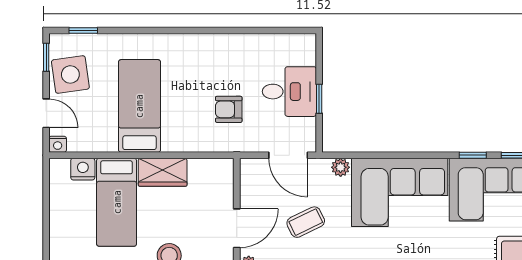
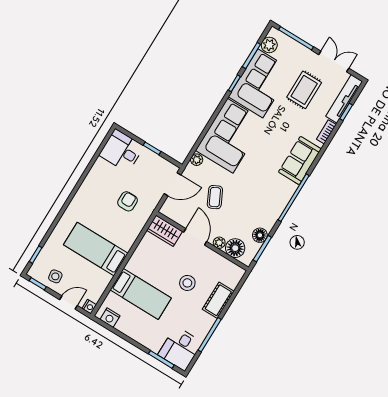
side table: (70, 74) -> (55, 276), width x0.54, depth x0.54
desk: (289, 92) -> (122, 151), moved, turned -90
armchair: (229, 109) -> (127, 201), turned 180
nightstand: (83, 169) -> (110, 318), moved, turned -90
wardrobe: (163, 172) -> (164, 231), moved, turned 90

